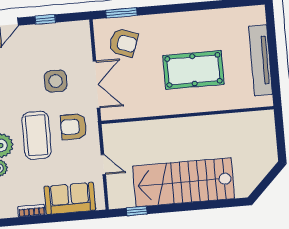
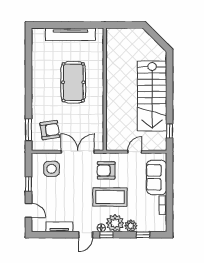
armchair: (123, 43) -> (50, 130), turned 62
side table: (56, 81) -> (52, 169), moved
armchair: (74, 127) -> (106, 170), turned 90

